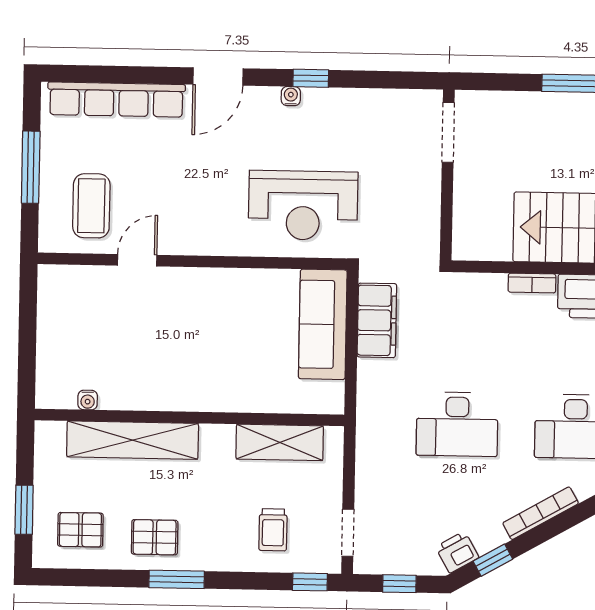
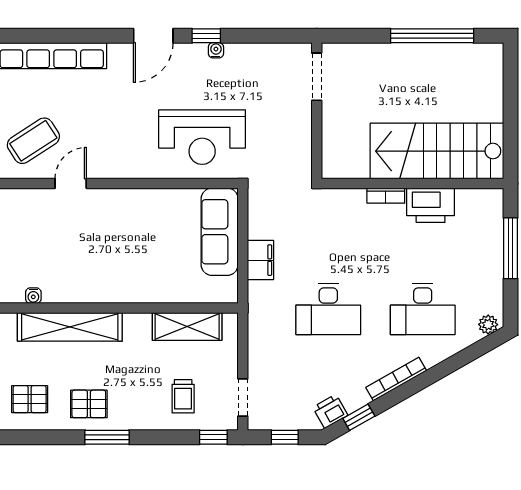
door: (218, 76) -> (153, 36), moved
water cooler: (291, 96) -> (216, 50), moved
coffee table: (91, 206) -> (33, 141), turned 57
filing cabinet: (377, 320) -> (261, 260), moved, width x0.67, depth x0.86

